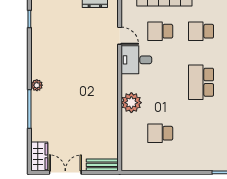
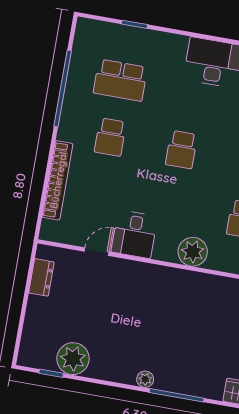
school desk: (160, 31) -> (100, 194), removed
plant: (42, 32) -> (73, 359), added
school desk: (201, 82) -> (181, 150), width x0.54

